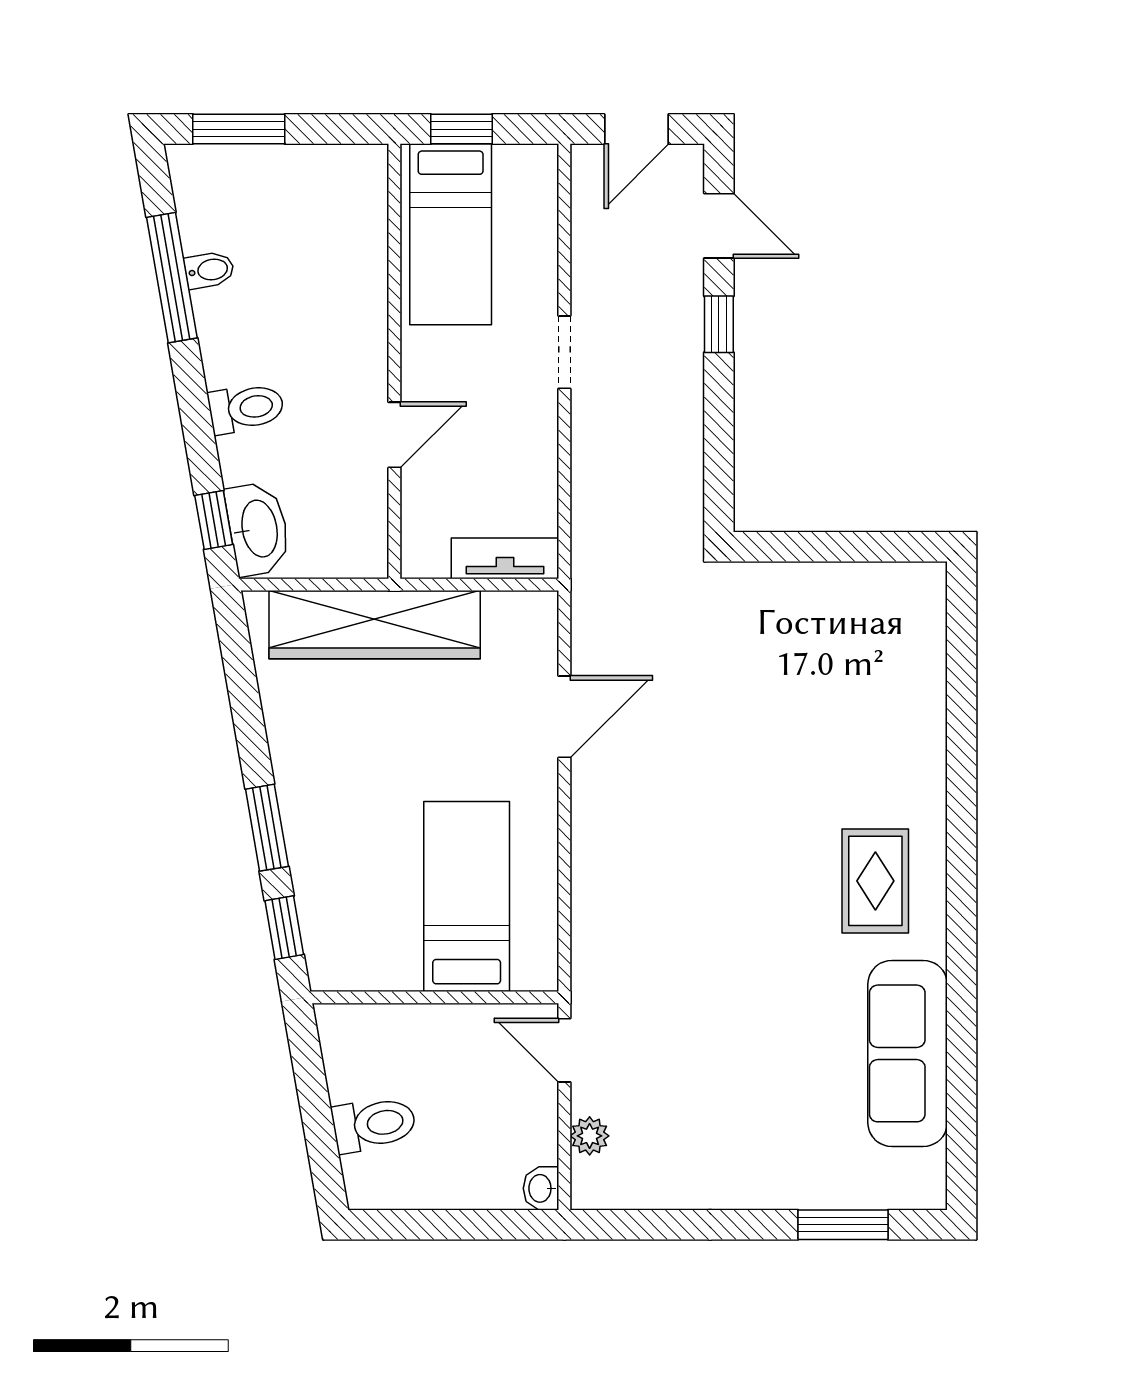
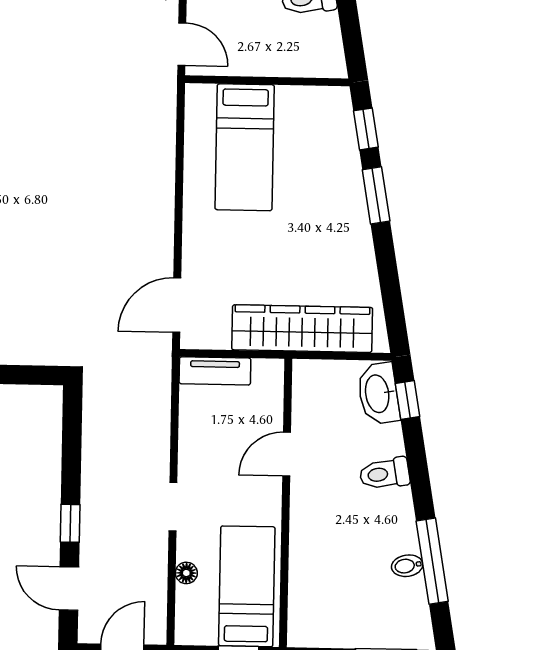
floor lamp: (542, 253) -> (186, 573), added
door: (564, 717) -> (177, 305), moved

